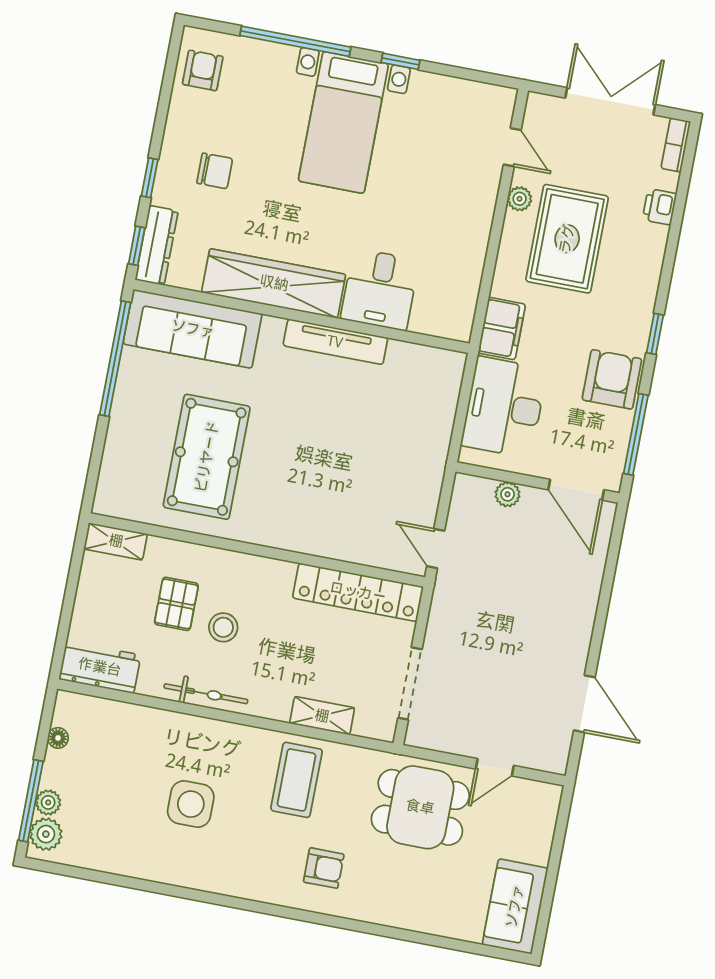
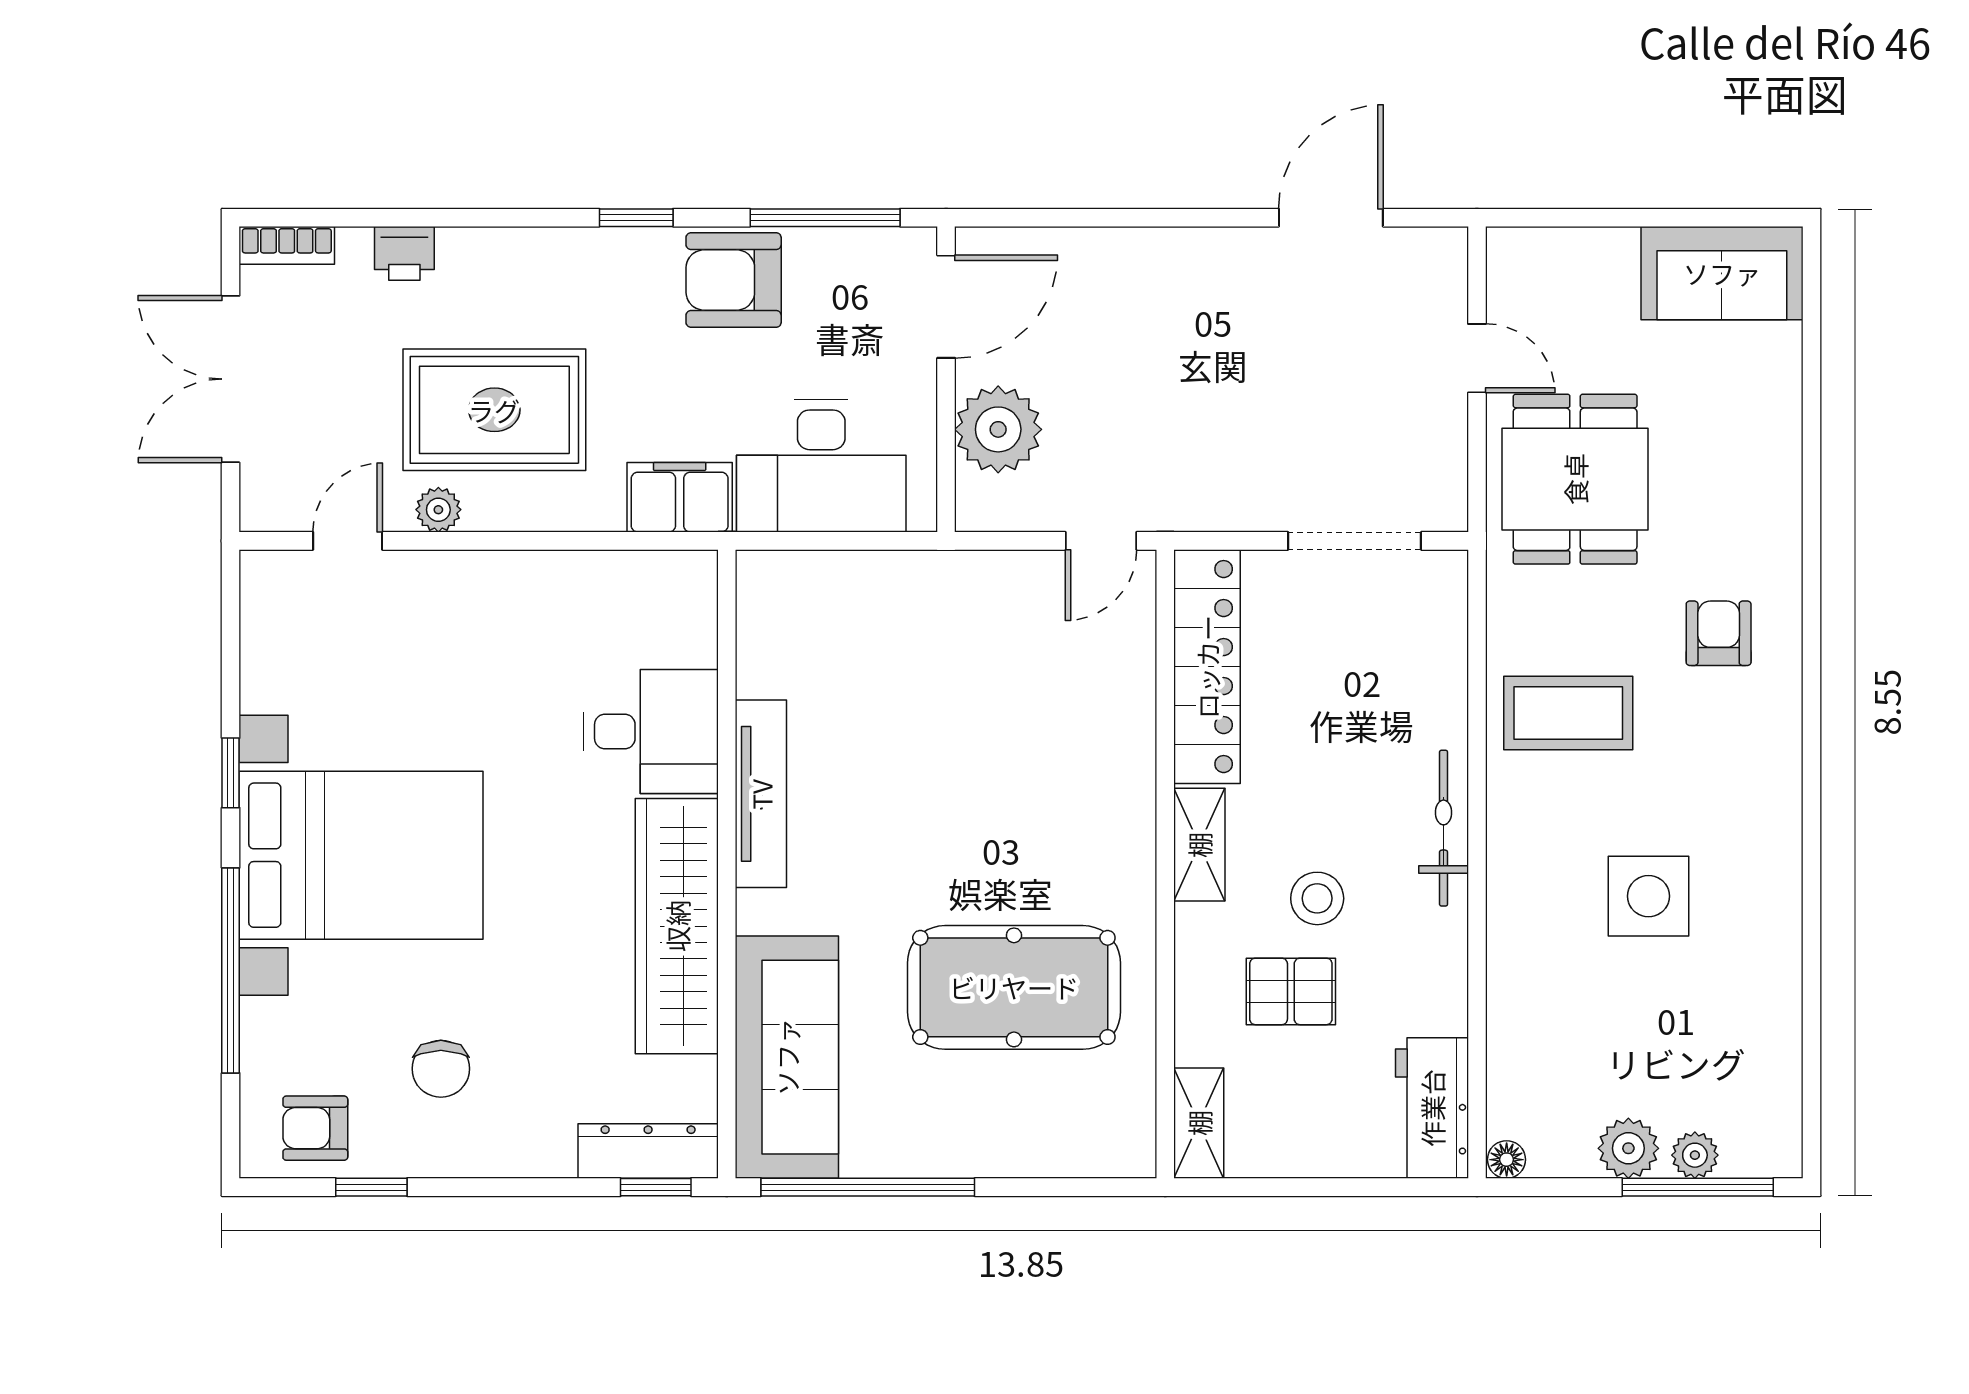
bed with nightstands: (343, 122) -> (361, 855), width x1.36
chair: (215, 171) -> (441, 1069), moved, turned 180
window: (150, 178) -> (371, 1187), moved
plant: (508, 494) -> (998, 429), width x1.88, depth x1.88
bicycle: (206, 694) -> (1444, 828), moved
shelving: (322, 716) -> (1199, 845), moved
floor lamp: (58, 738) -> (1507, 1160), moved
plant: (46, 834) -> (1628, 1148), moved

